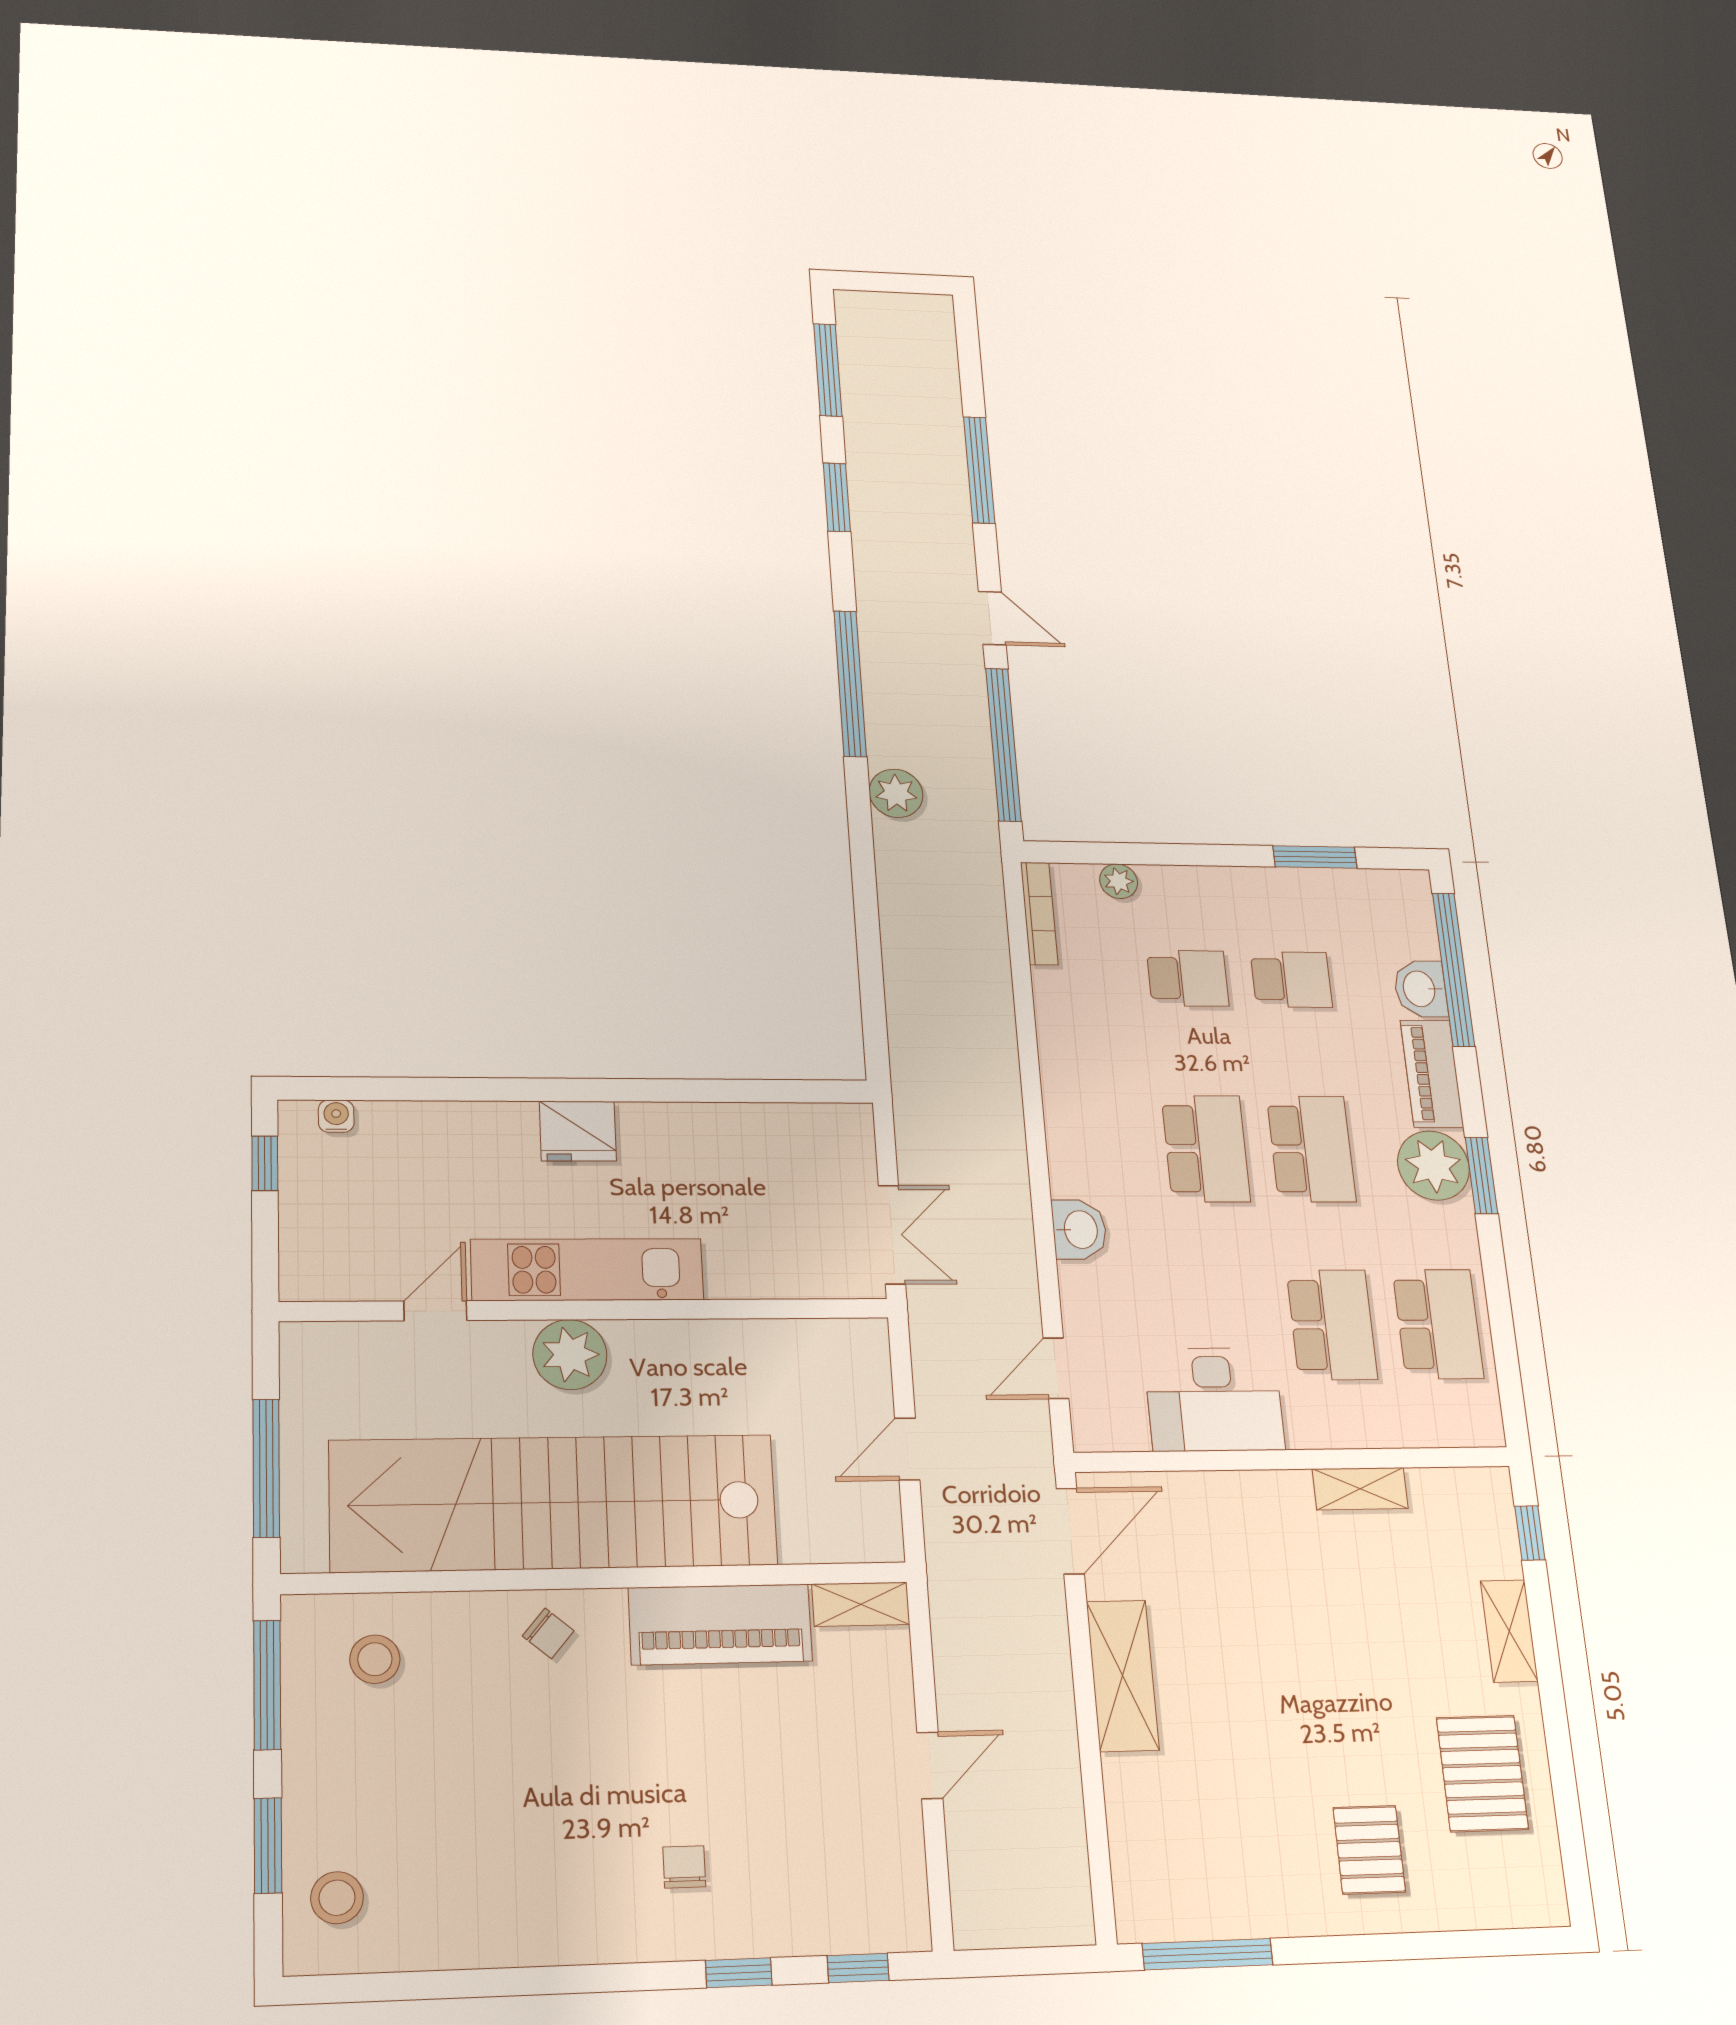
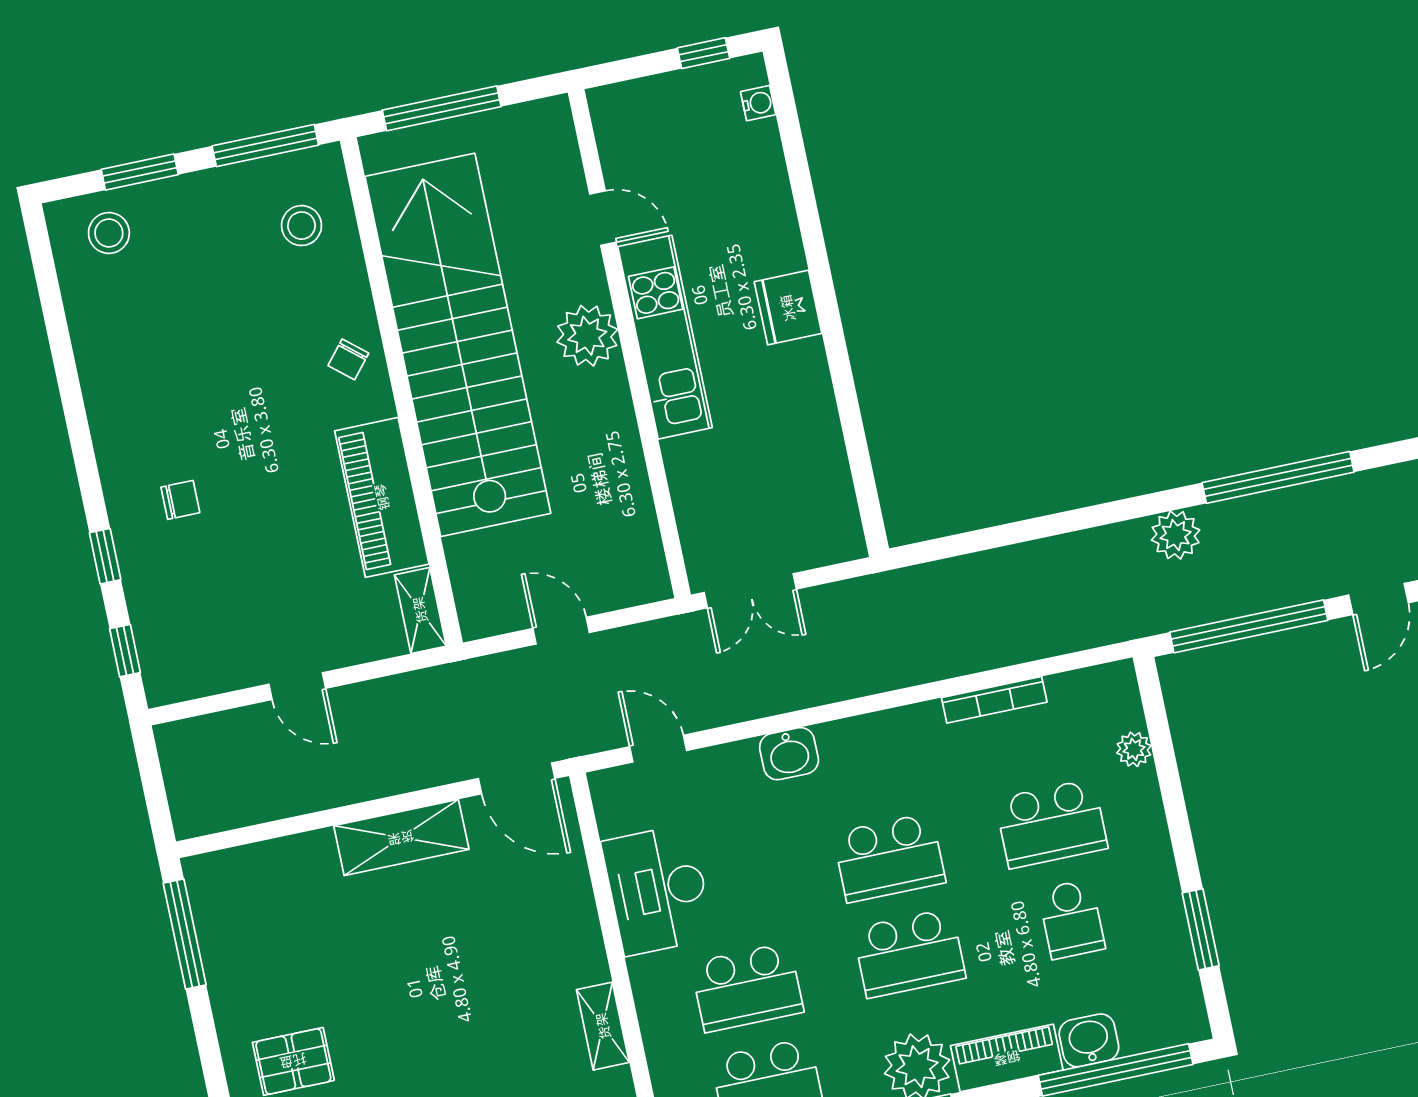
bookcase: (1039, 913) -> (994, 700), moved
school desk: (1188, 978) -> (1051, 824), width x1.85

